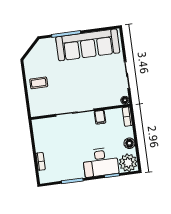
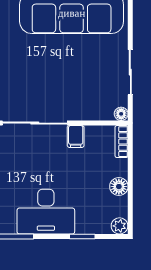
desk: (101, 162) -> (46, 212), moved
plant: (128, 163) -> (119, 226), width x0.53, depth x0.53

